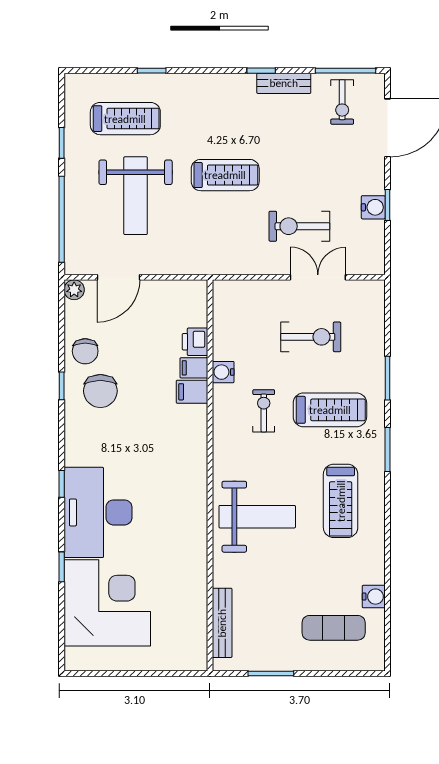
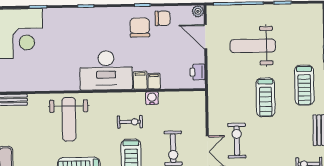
treadmill: (125, 119) -> (304, 85), moved
printer: (195, 342) -> (197, 72), moved, turned -90
chair: (85, 351) -> (163, 18), turned 180
chair: (100, 391) -> (140, 27), turned 90
desk: (98, 512) -> (106, 70), moved, turned 180

